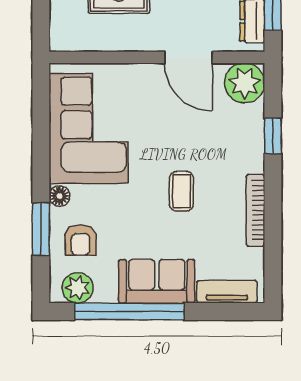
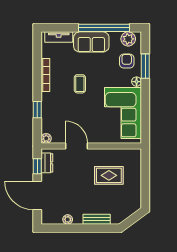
plant: (245, 83) -> (46, 138), width x0.53, depth x0.53

